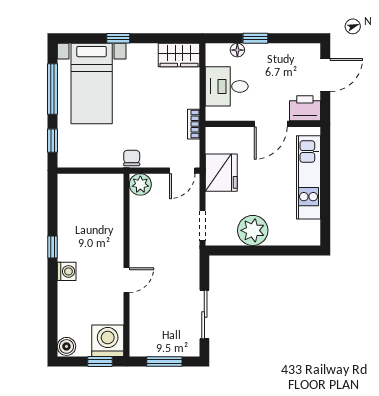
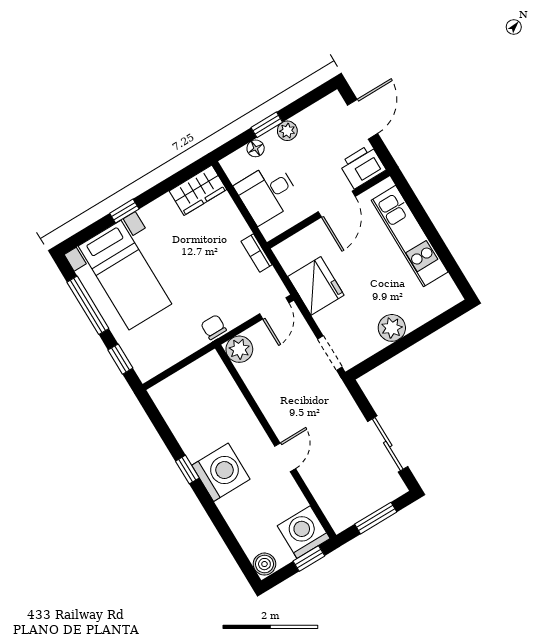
plant: (267, 51) -> (287, 131), added
plant: (253, 230) -> (392, 328), width x0.73, depth x0.73
washing machine: (67, 271) -> (221, 472), width x1.89, depth x1.89

